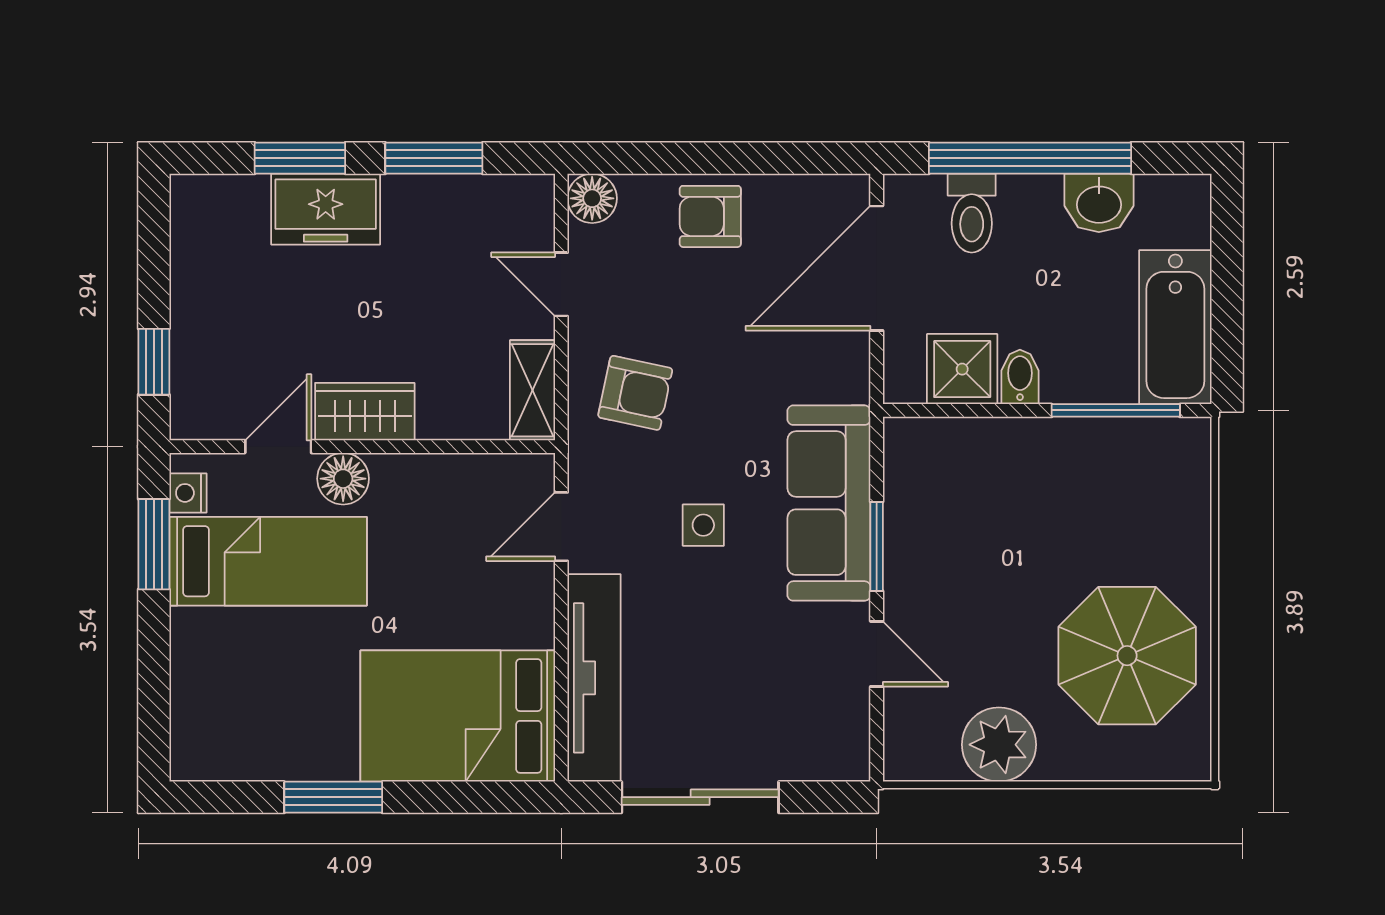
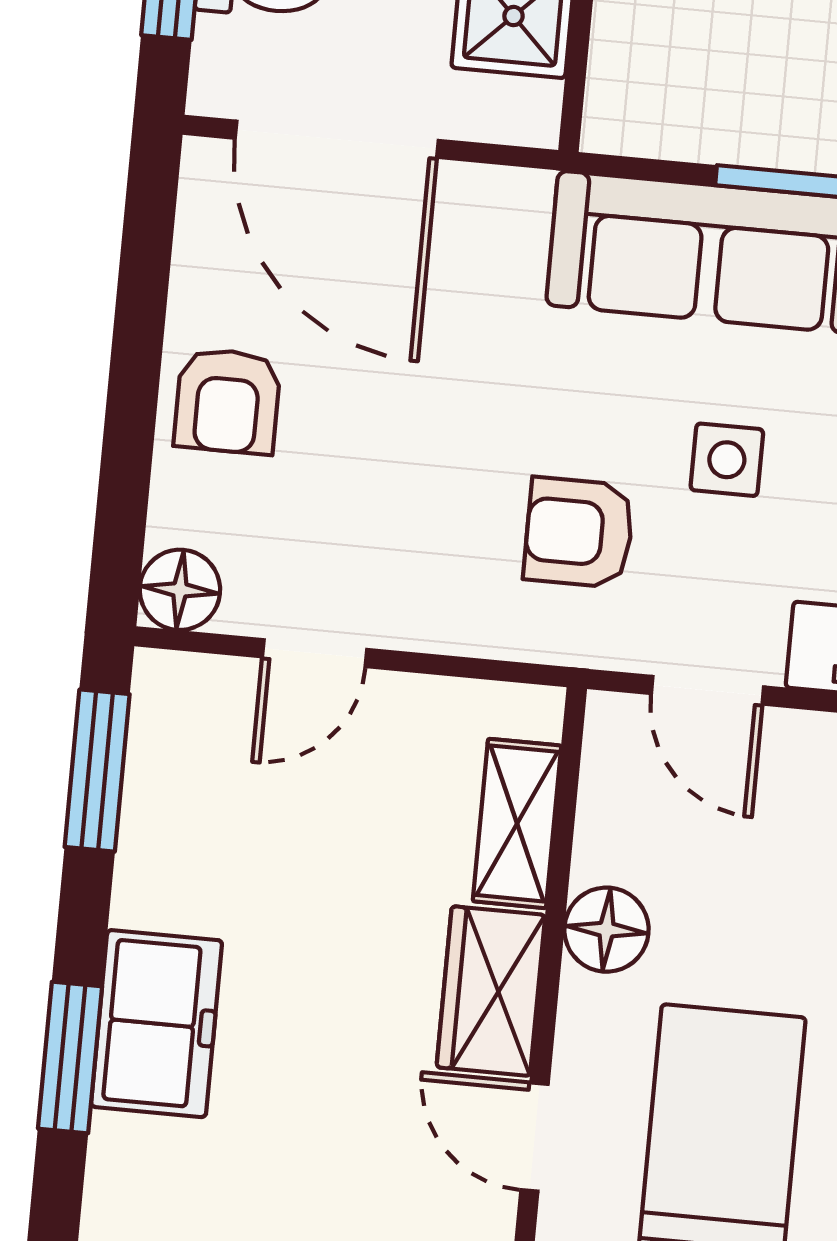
window: (434, 158) -> (97, 771), moved
shelving: (532, 390) -> (517, 823), moved, turned 90
armchair: (635, 393) -> (579, 533), moved, turned -102
floor lamp: (343, 479) -> (606, 930), moved

